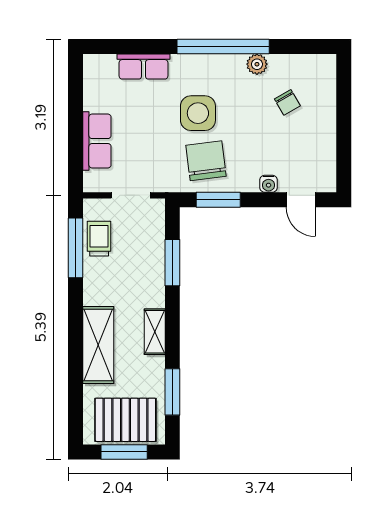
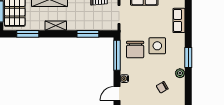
window: (223, 47) -> (188, 57), width x0.47
chair: (206, 161) -> (135, 50), turned 97
window: (218, 200) -> (117, 55), width x1.44

